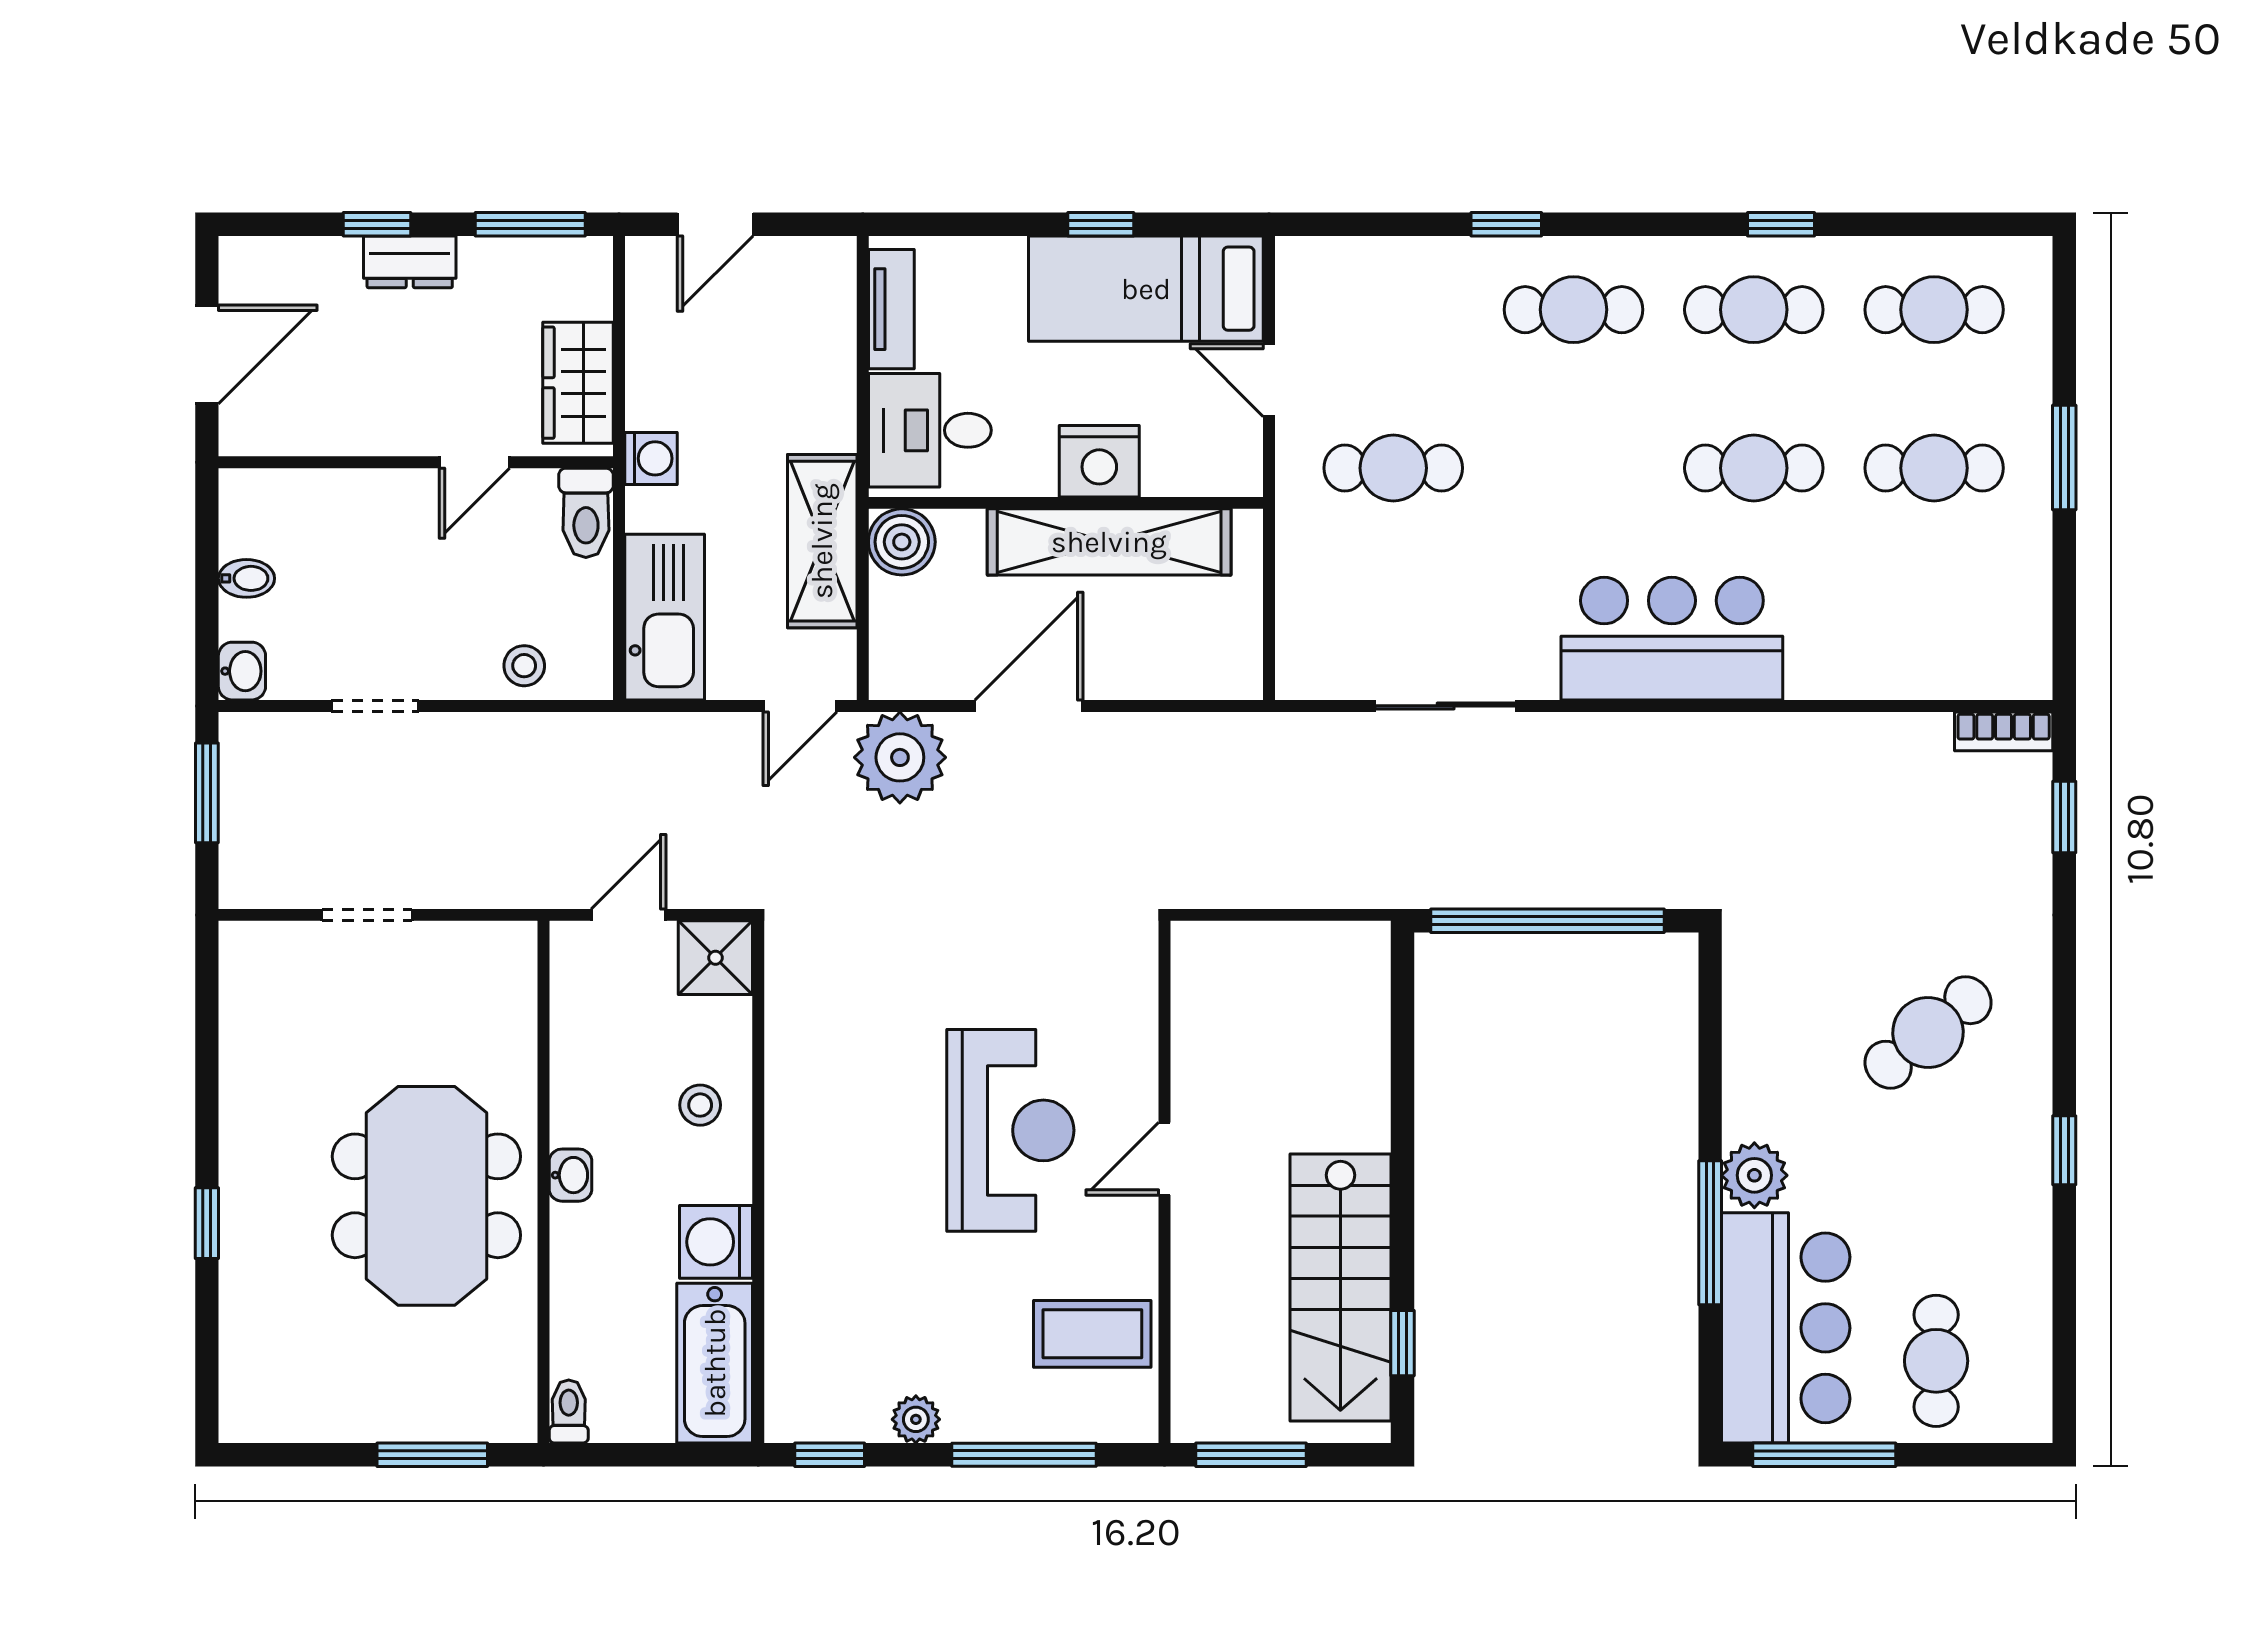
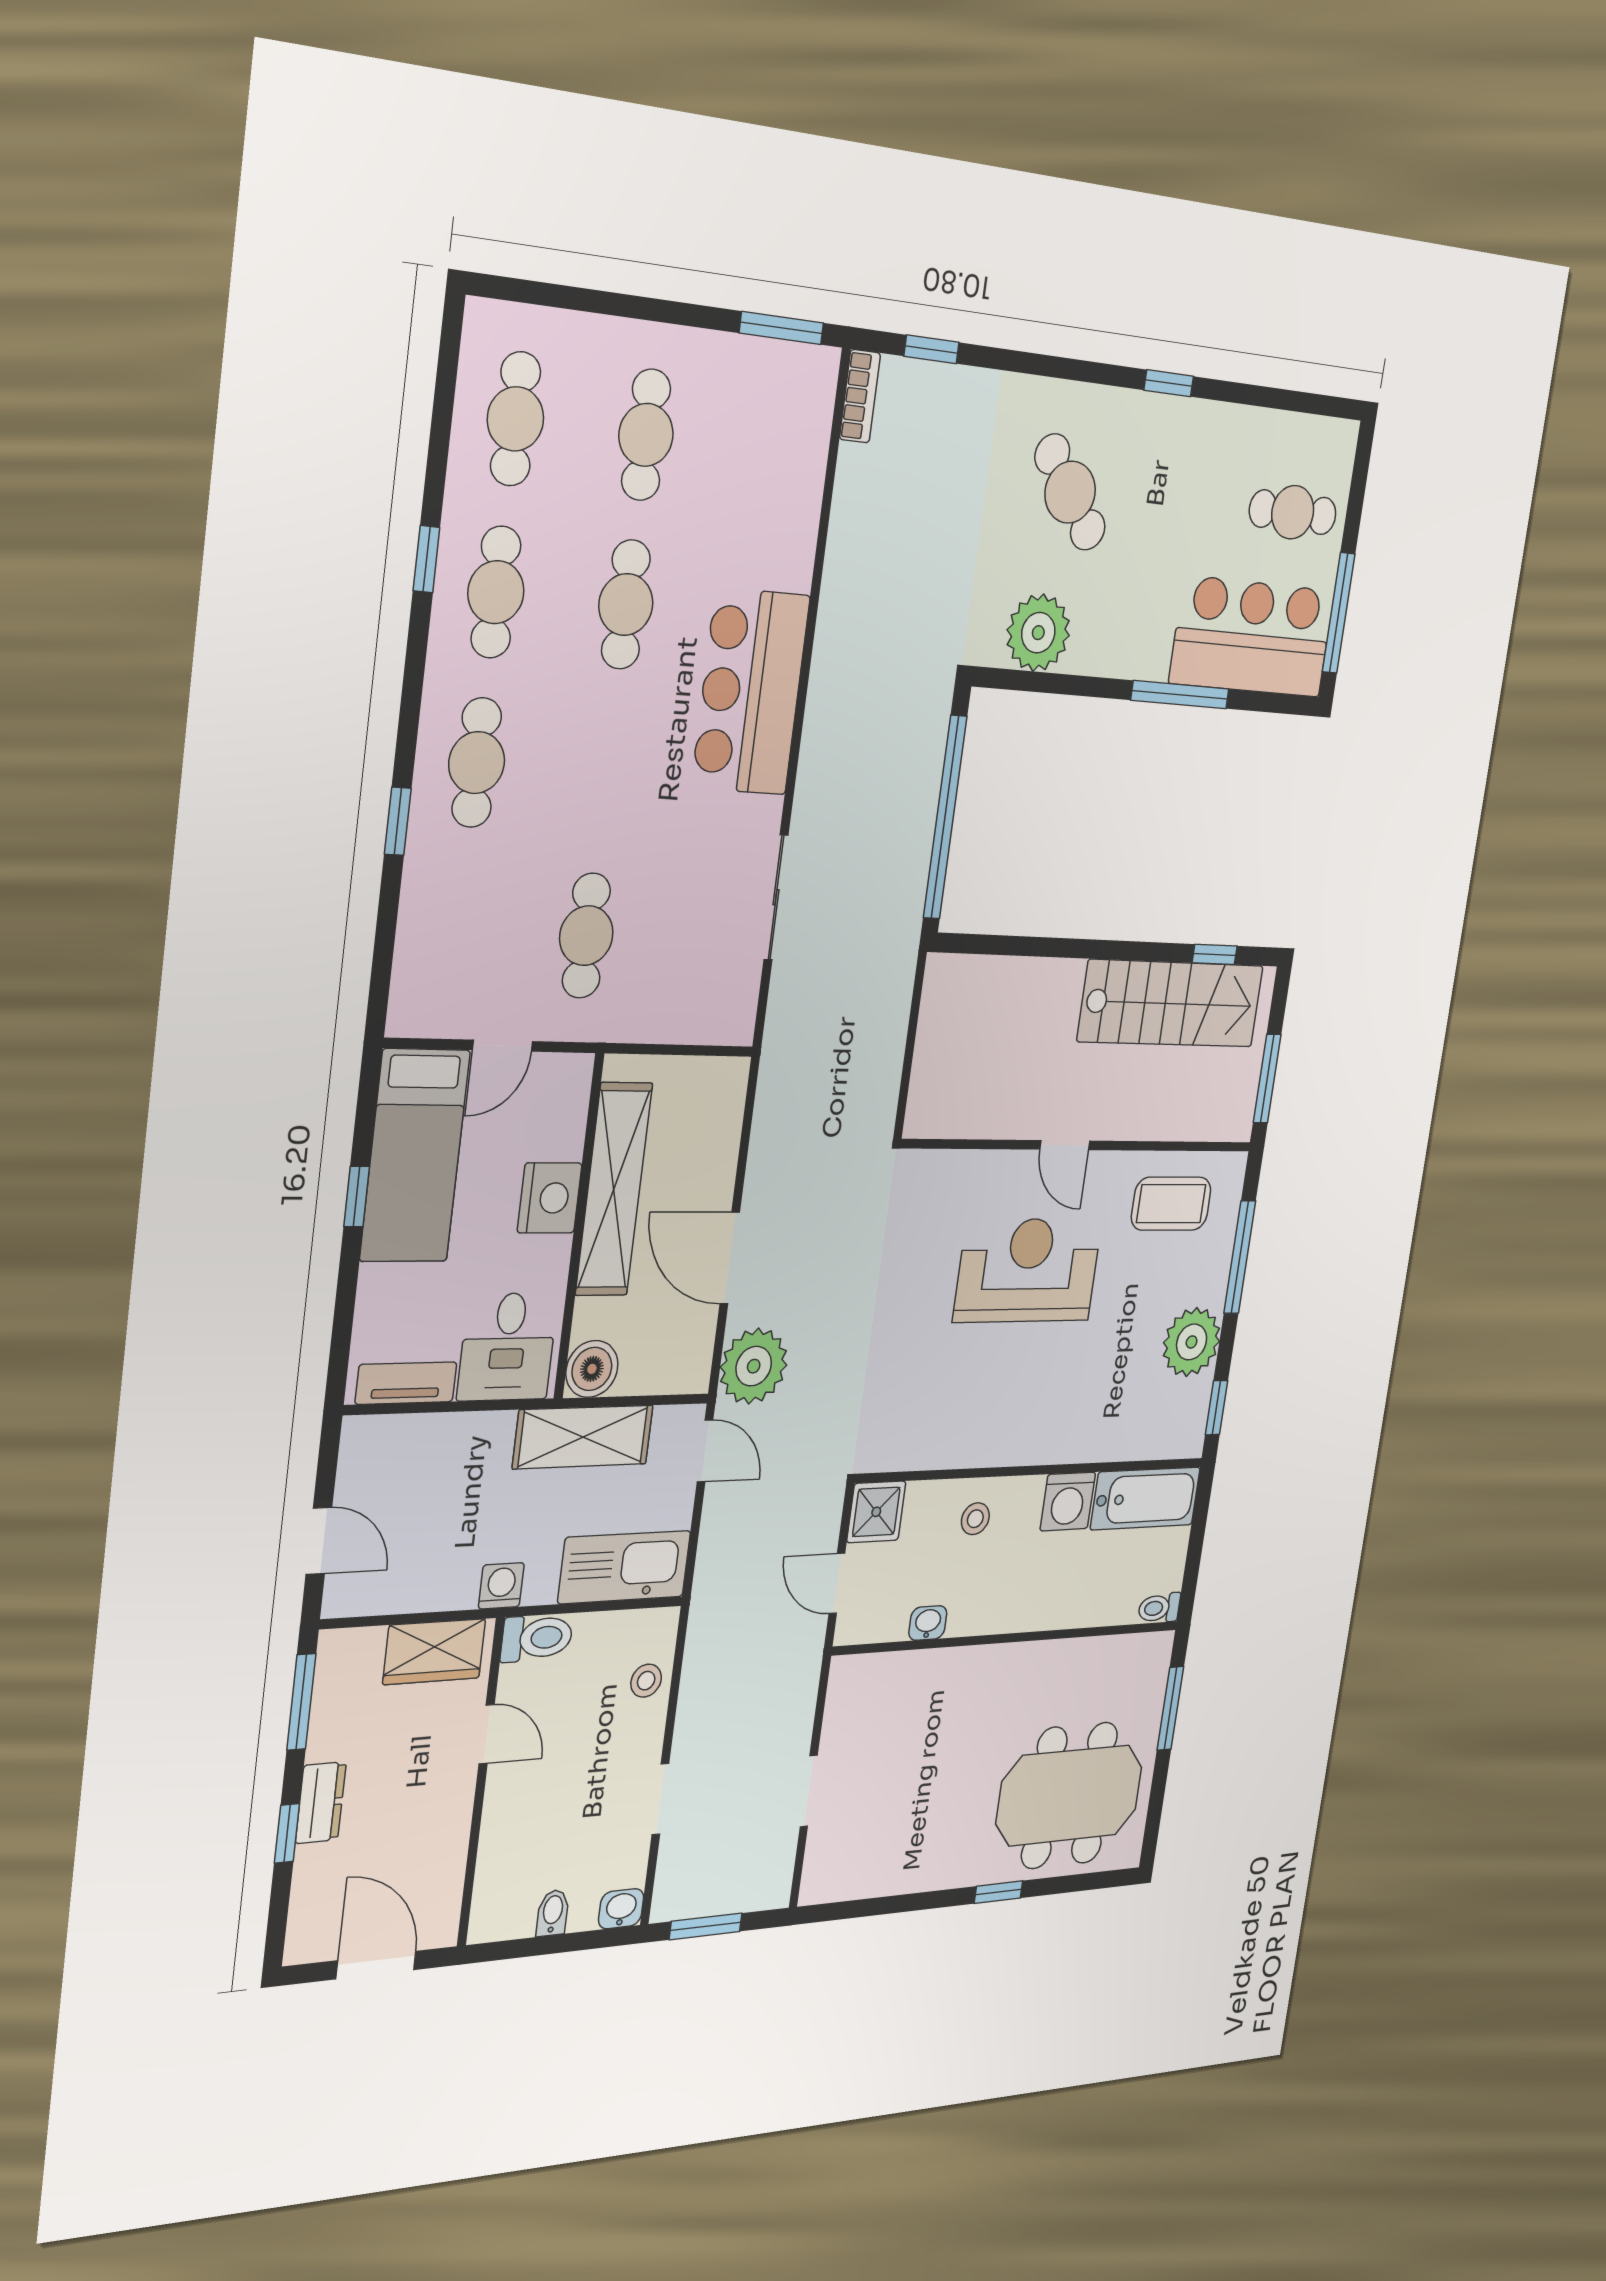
window: (2064, 458) -> (781, 328), moved
washbasin: (571, 1175) -> (928, 1623), moved
plant: (1754, 1175) -> (1038, 633), moved, width x1.36, depth x1.36
meeting table: (426, 1196) -> (1069, 1795), moved
coffee table: (1092, 1334) -> (1171, 1204), turned 90
plant: (916, 1419) -> (1192, 1342), width x1.87, depth x1.87

